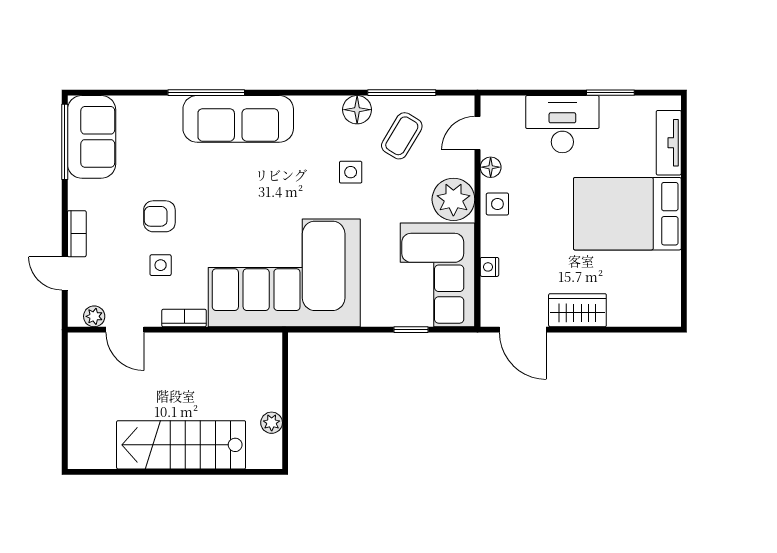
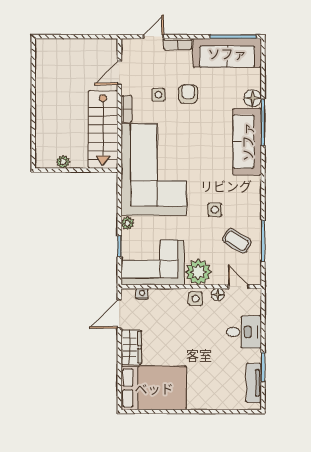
floor lamp: (357, 110) -> (253, 98), moved
desk: (562, 124) -> (244, 332), width x0.73
sofa: (92, 137) -> (227, 53), width x1.36
tv unit: (669, 143) -> (254, 383), moved, turned -90
bed: (627, 214) -> (154, 388), moved, turned 90
nightstand: (489, 267) -> (142, 294), moved
plant: (94, 316) -> (127, 223), moved
stairs: (181, 445) -> (103, 129), moved, turned 180

